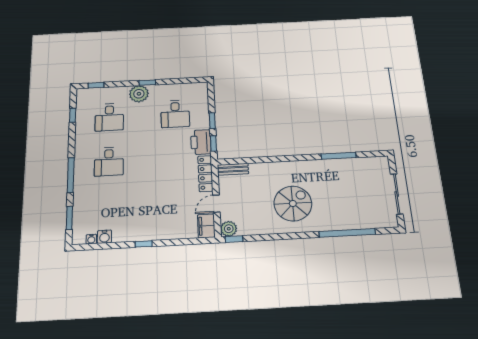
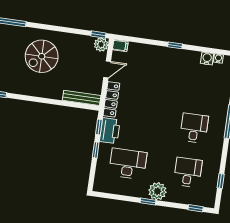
desk: (175, 114) -> (128, 164), width x1.37
bench: (233, 169) -> (82, 98), width x1.36
filing cabinet: (206, 226) -> (120, 46), width x0.50

